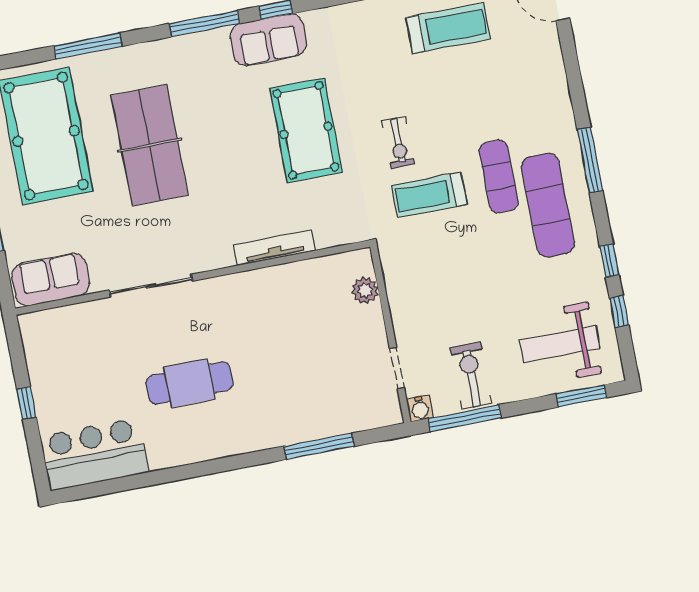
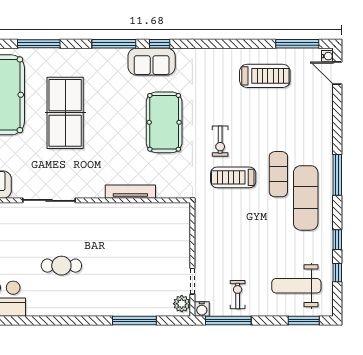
plant: (365, 290) -> (182, 304), moved
exercise bike: (471, 375) -> (238, 295), width x0.73, depth x0.72
cafe table: (189, 383) -> (61, 266), width x0.73, depth x0.74

